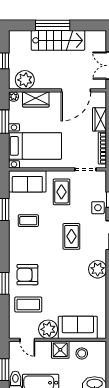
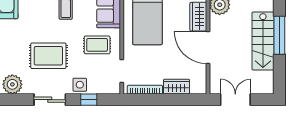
door: (76, 90) -> (208, 48), moved
rug: (71, 236) -> (48, 56), width x1.36, depth x1.43

